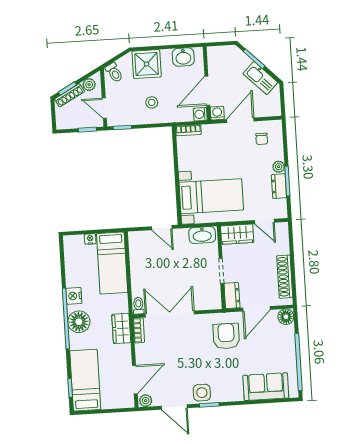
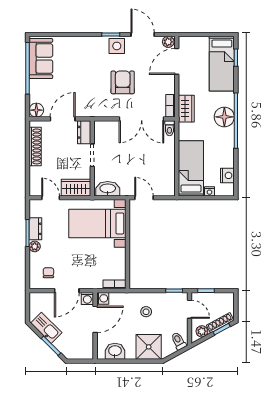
nightstand: (74, 296) -> (227, 175), moved
armchair: (226, 336) -> (123, 82), moved, turned 180
sofa: (266, 387) -> (41, 59), moved, turned -90

